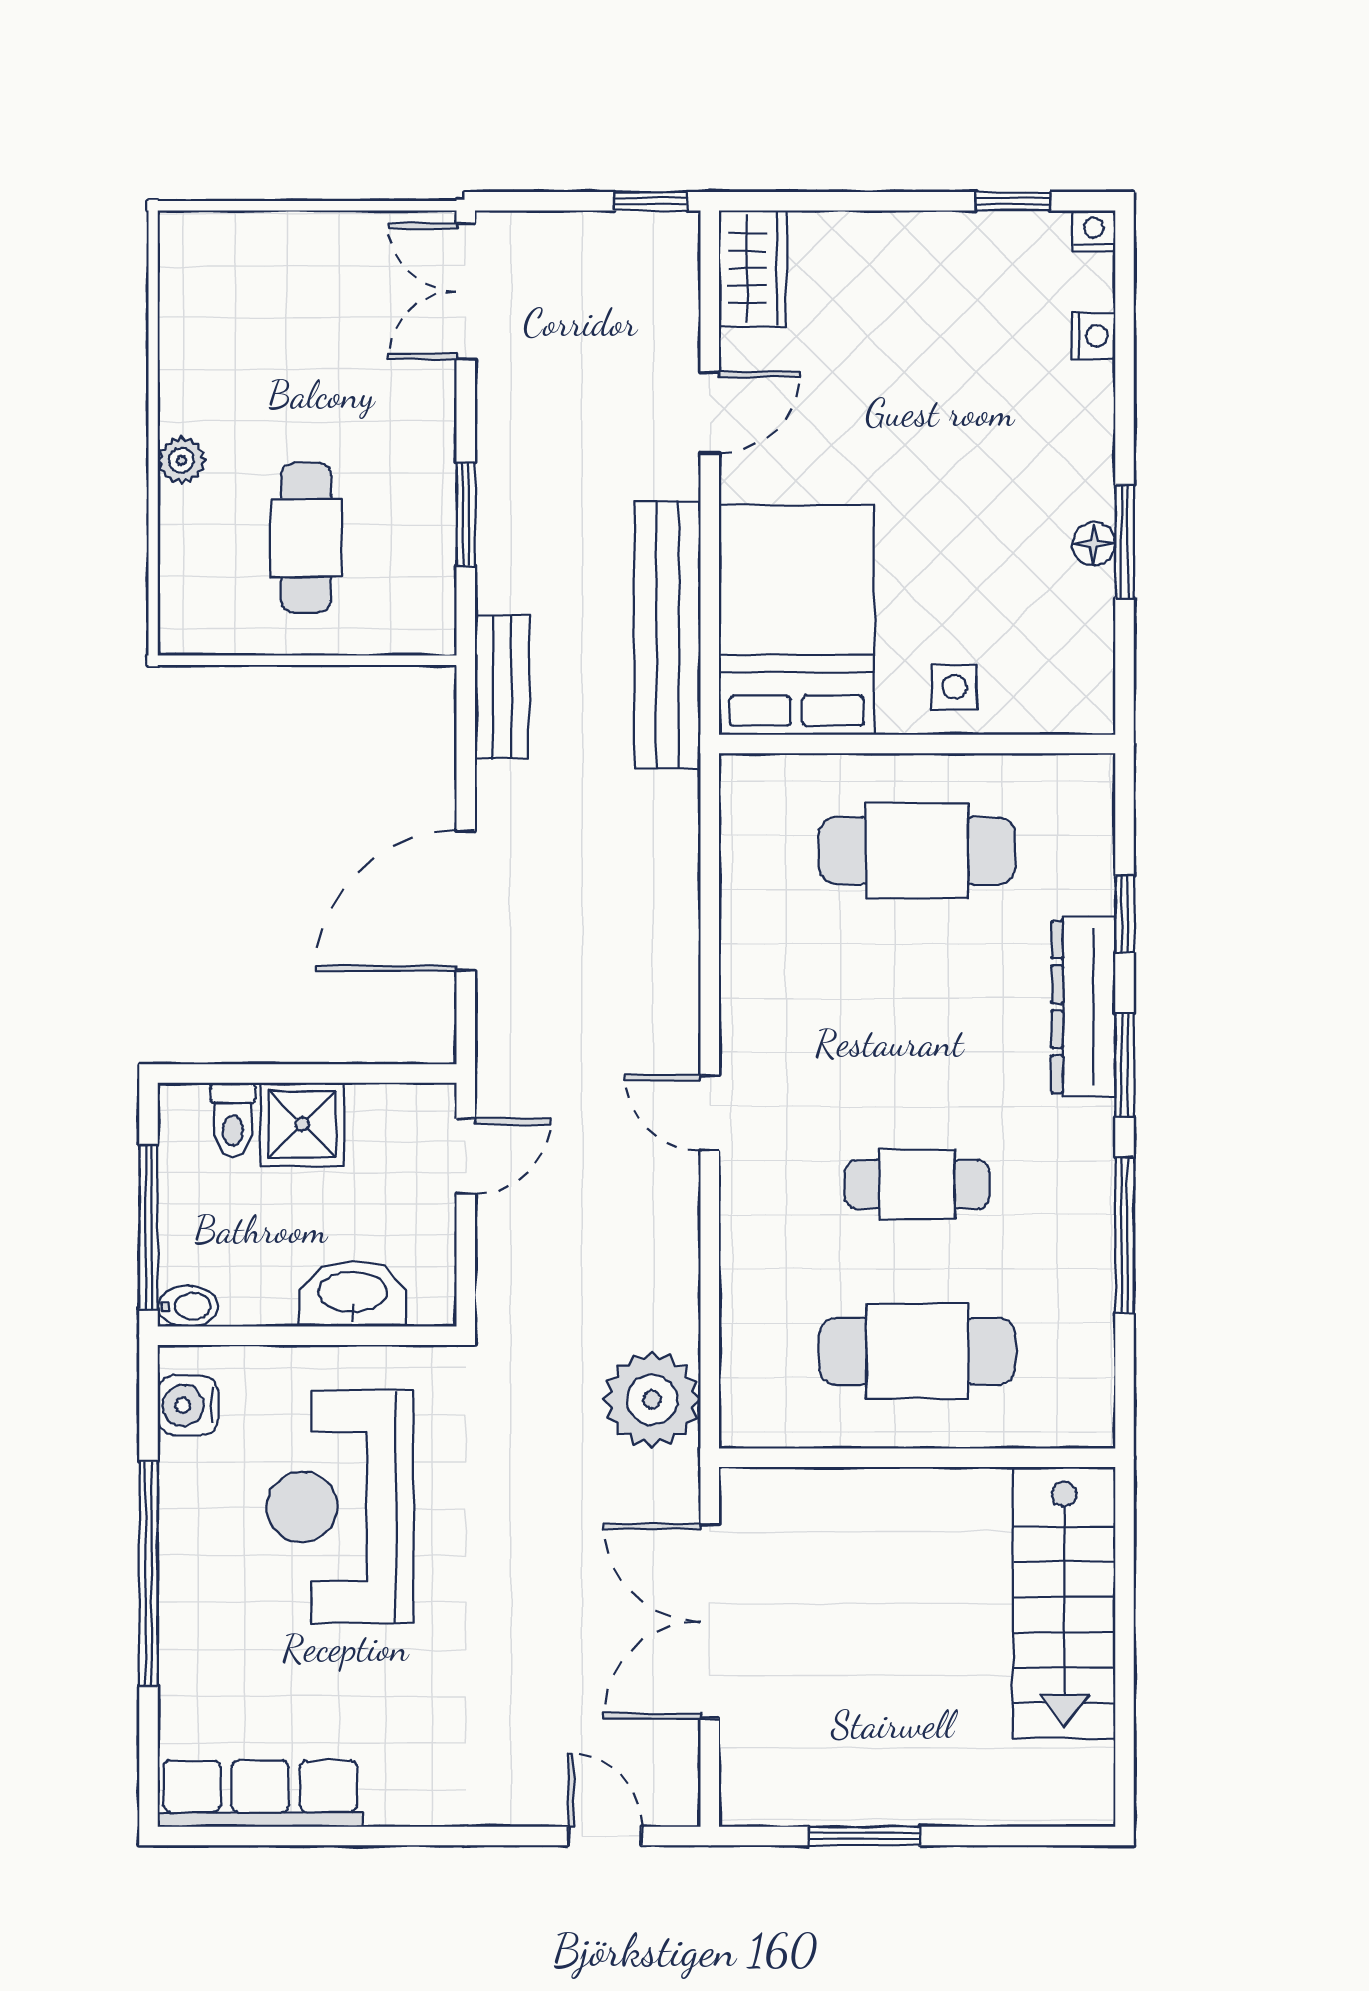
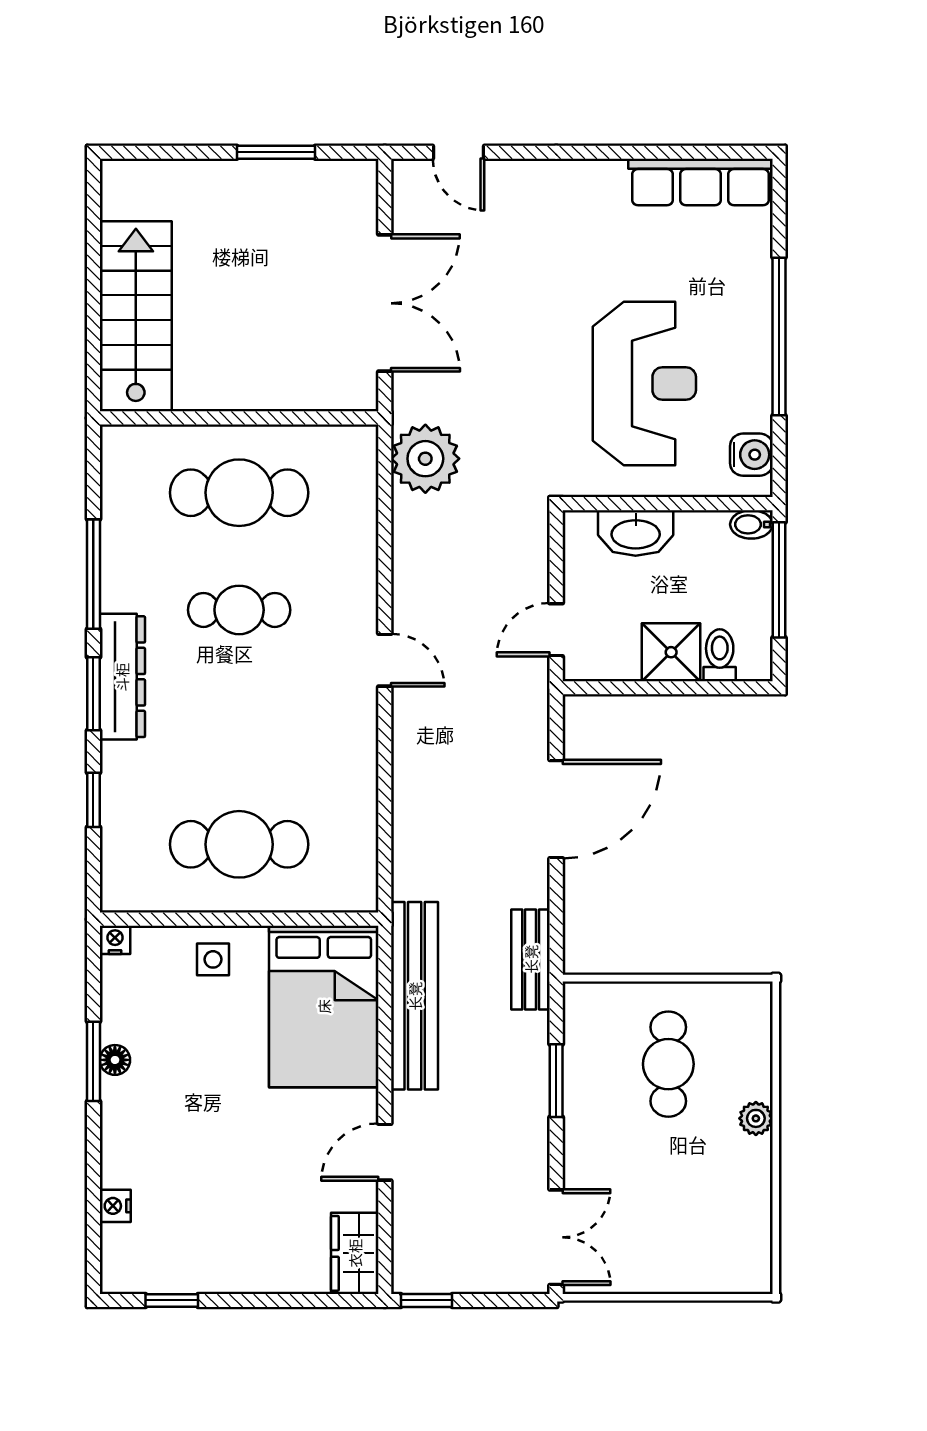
nightstand: (1094, 231) -> (115, 940), moved, turned 180
dresser: (1083, 1007) -> (122, 677), moved

